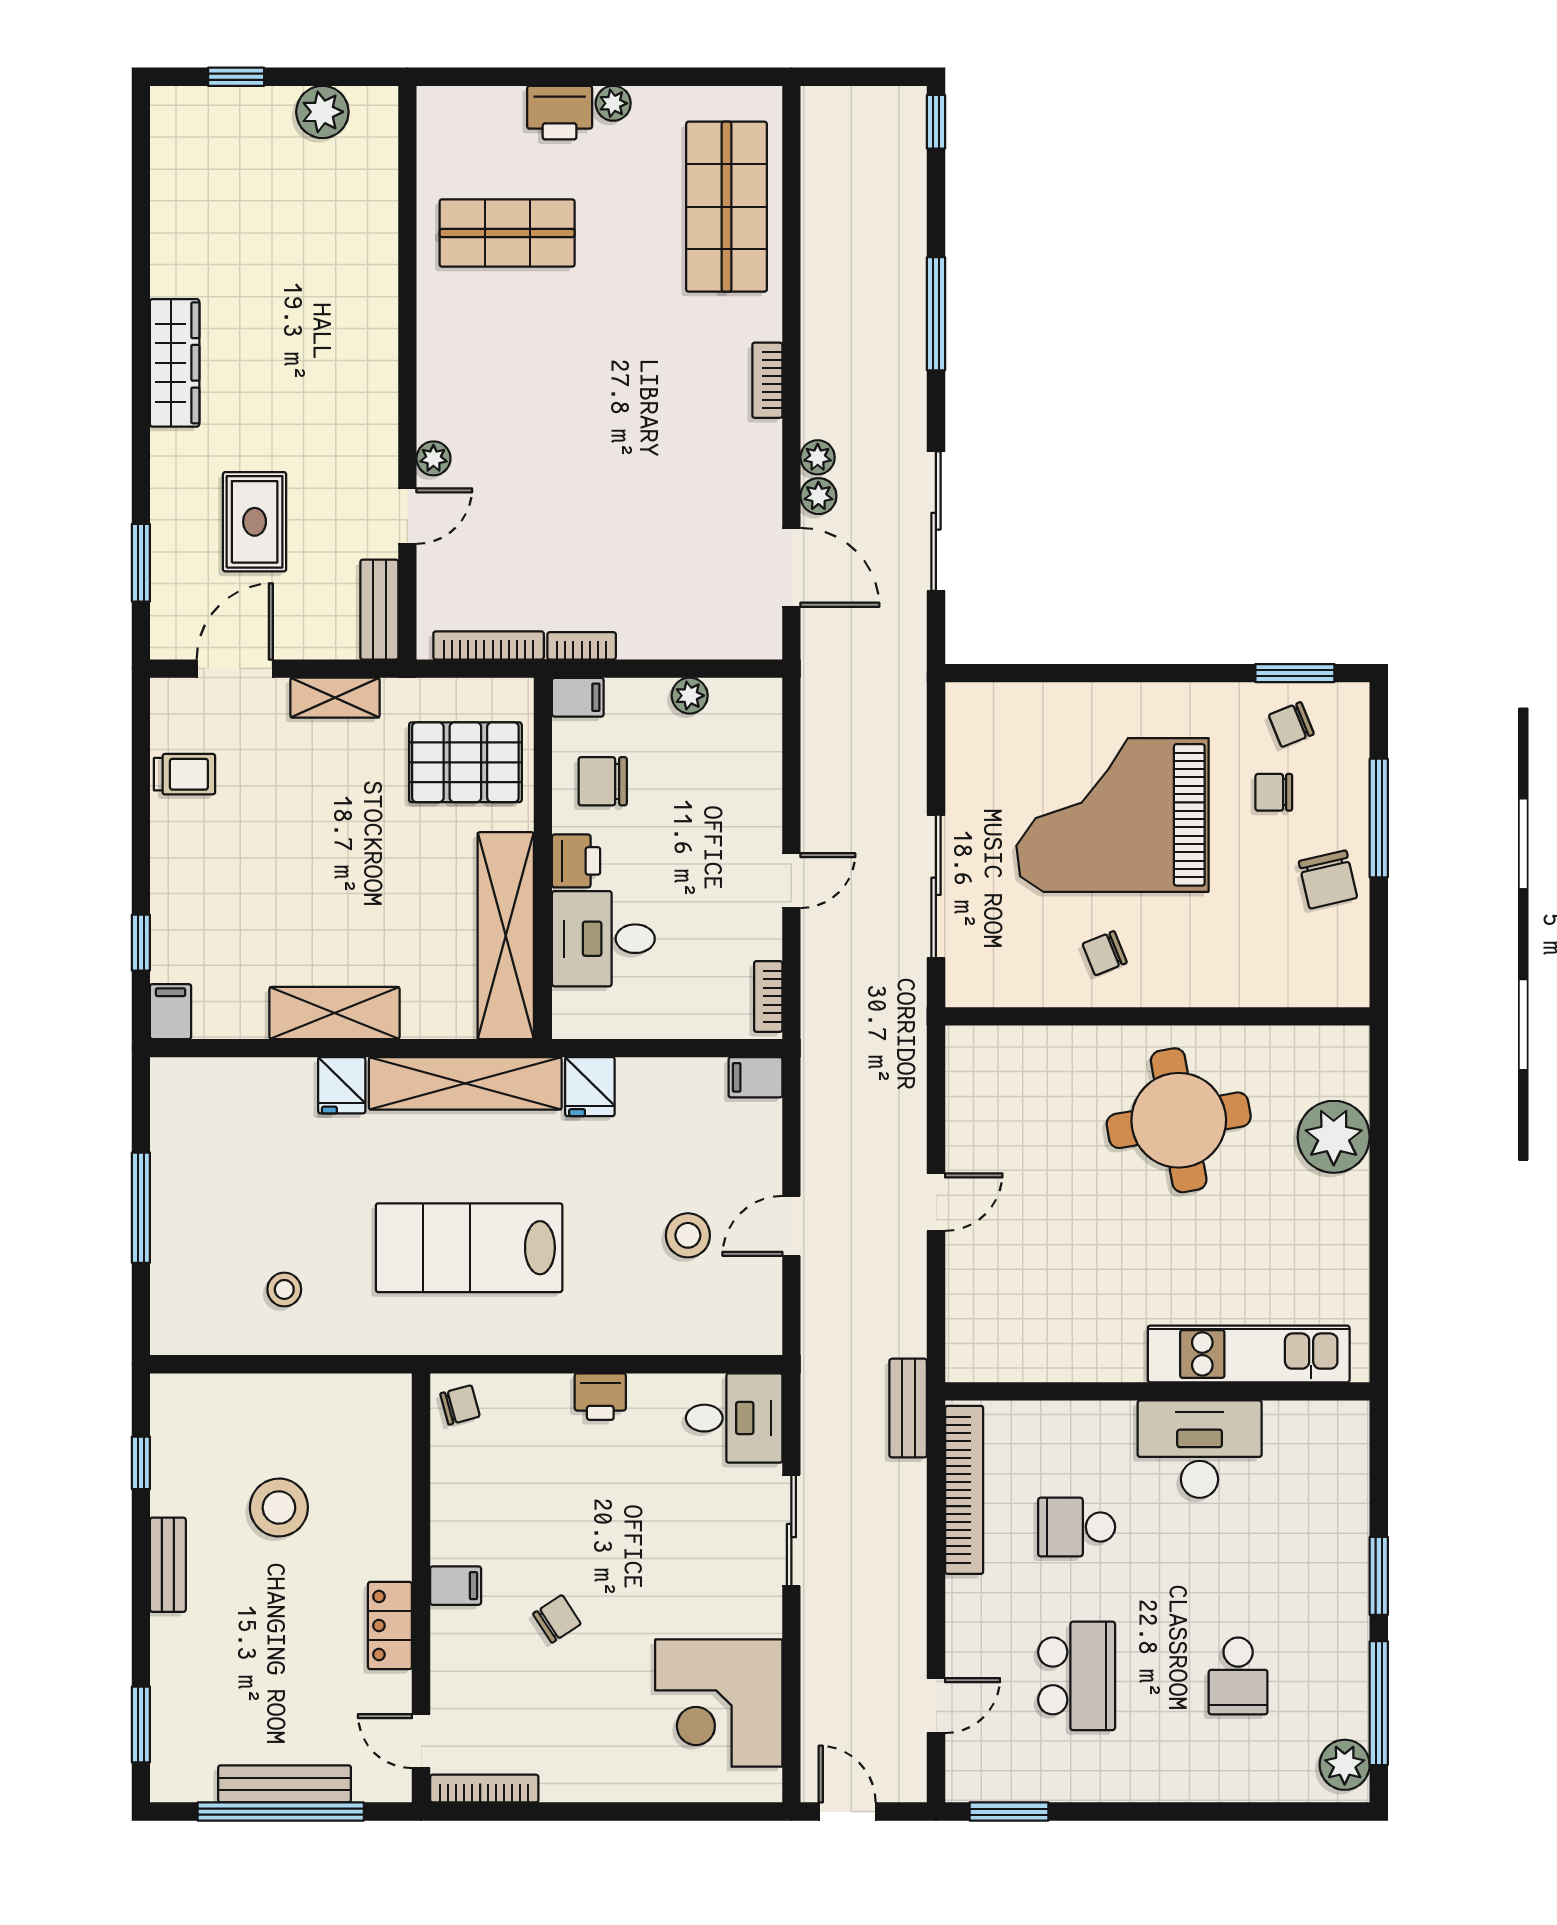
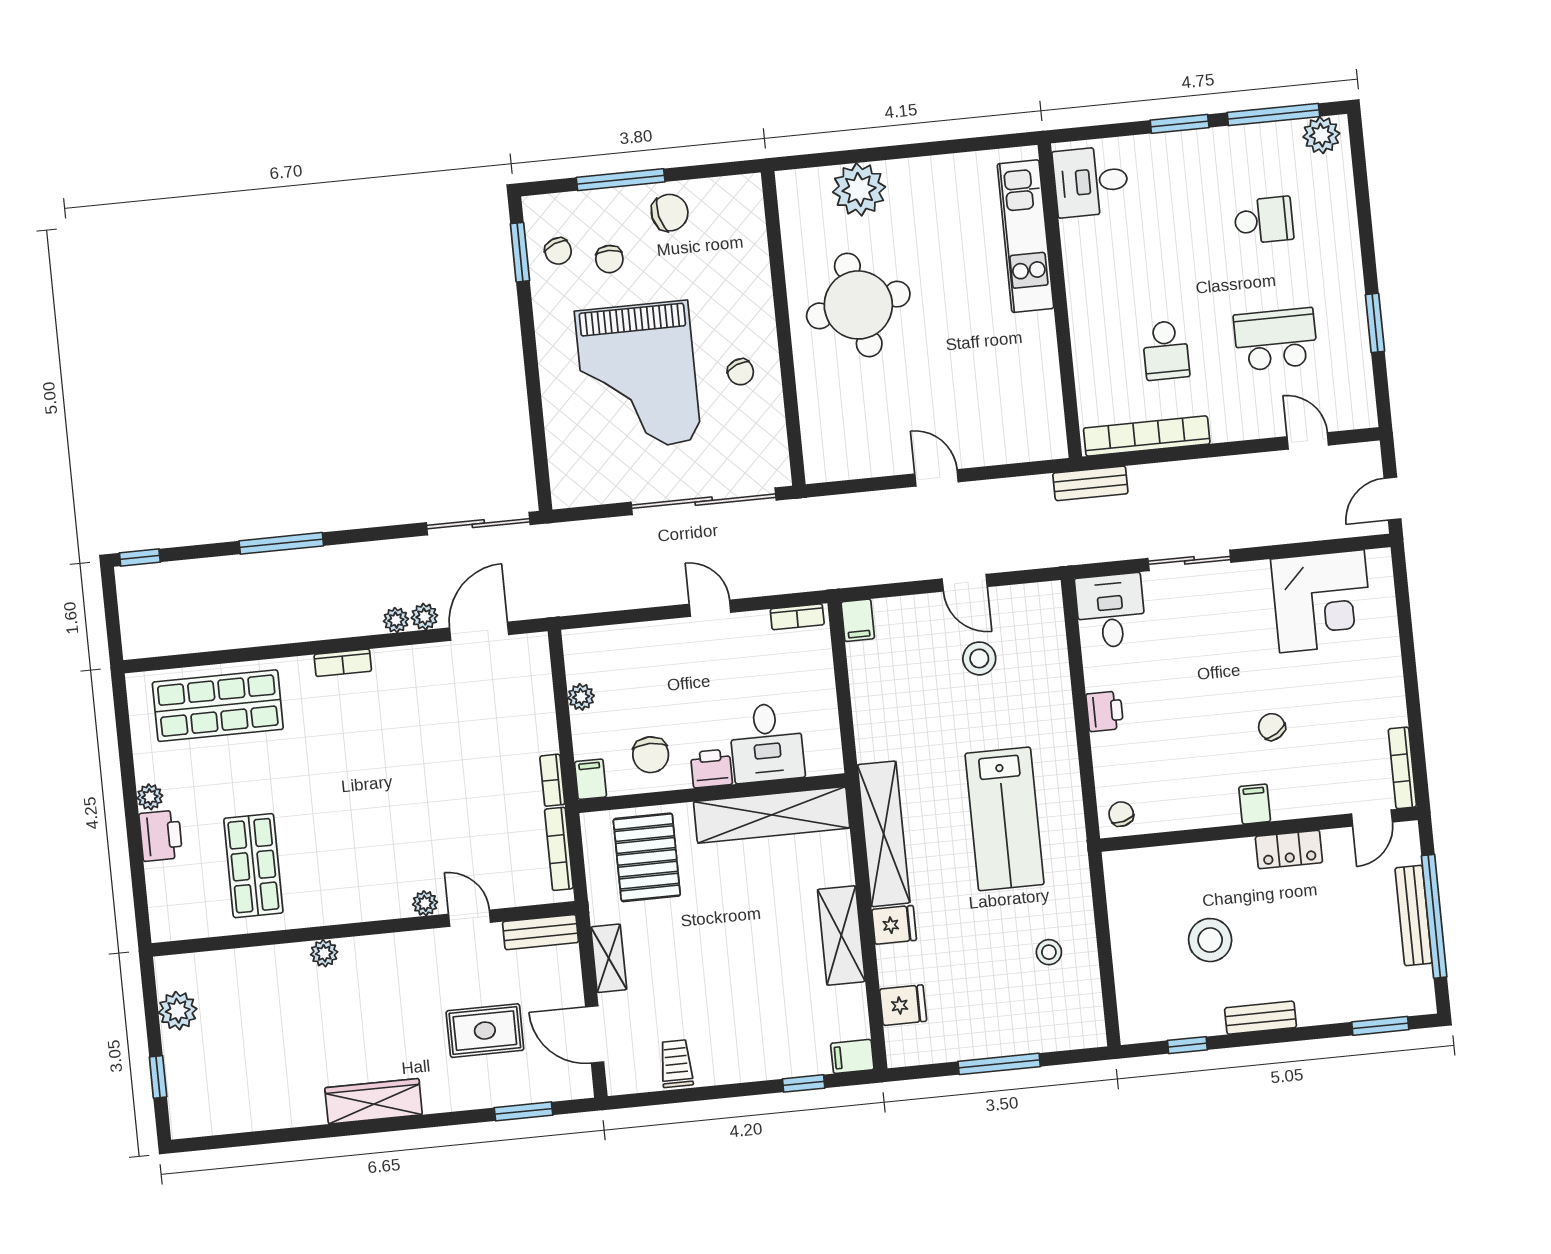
plant: (380, 316) -> (324, 953), added
sliding door: (936, 521) -> (478, 524), moved
sliding door: (936, 886) -> (704, 501), width x1.36
fridge: (590, 1087) -> (903, 1005), moved
desk: (1200, 1449) -> (1091, 181), moved, width x0.73
window: (1009, 1812) -> (1375, 323), moved

